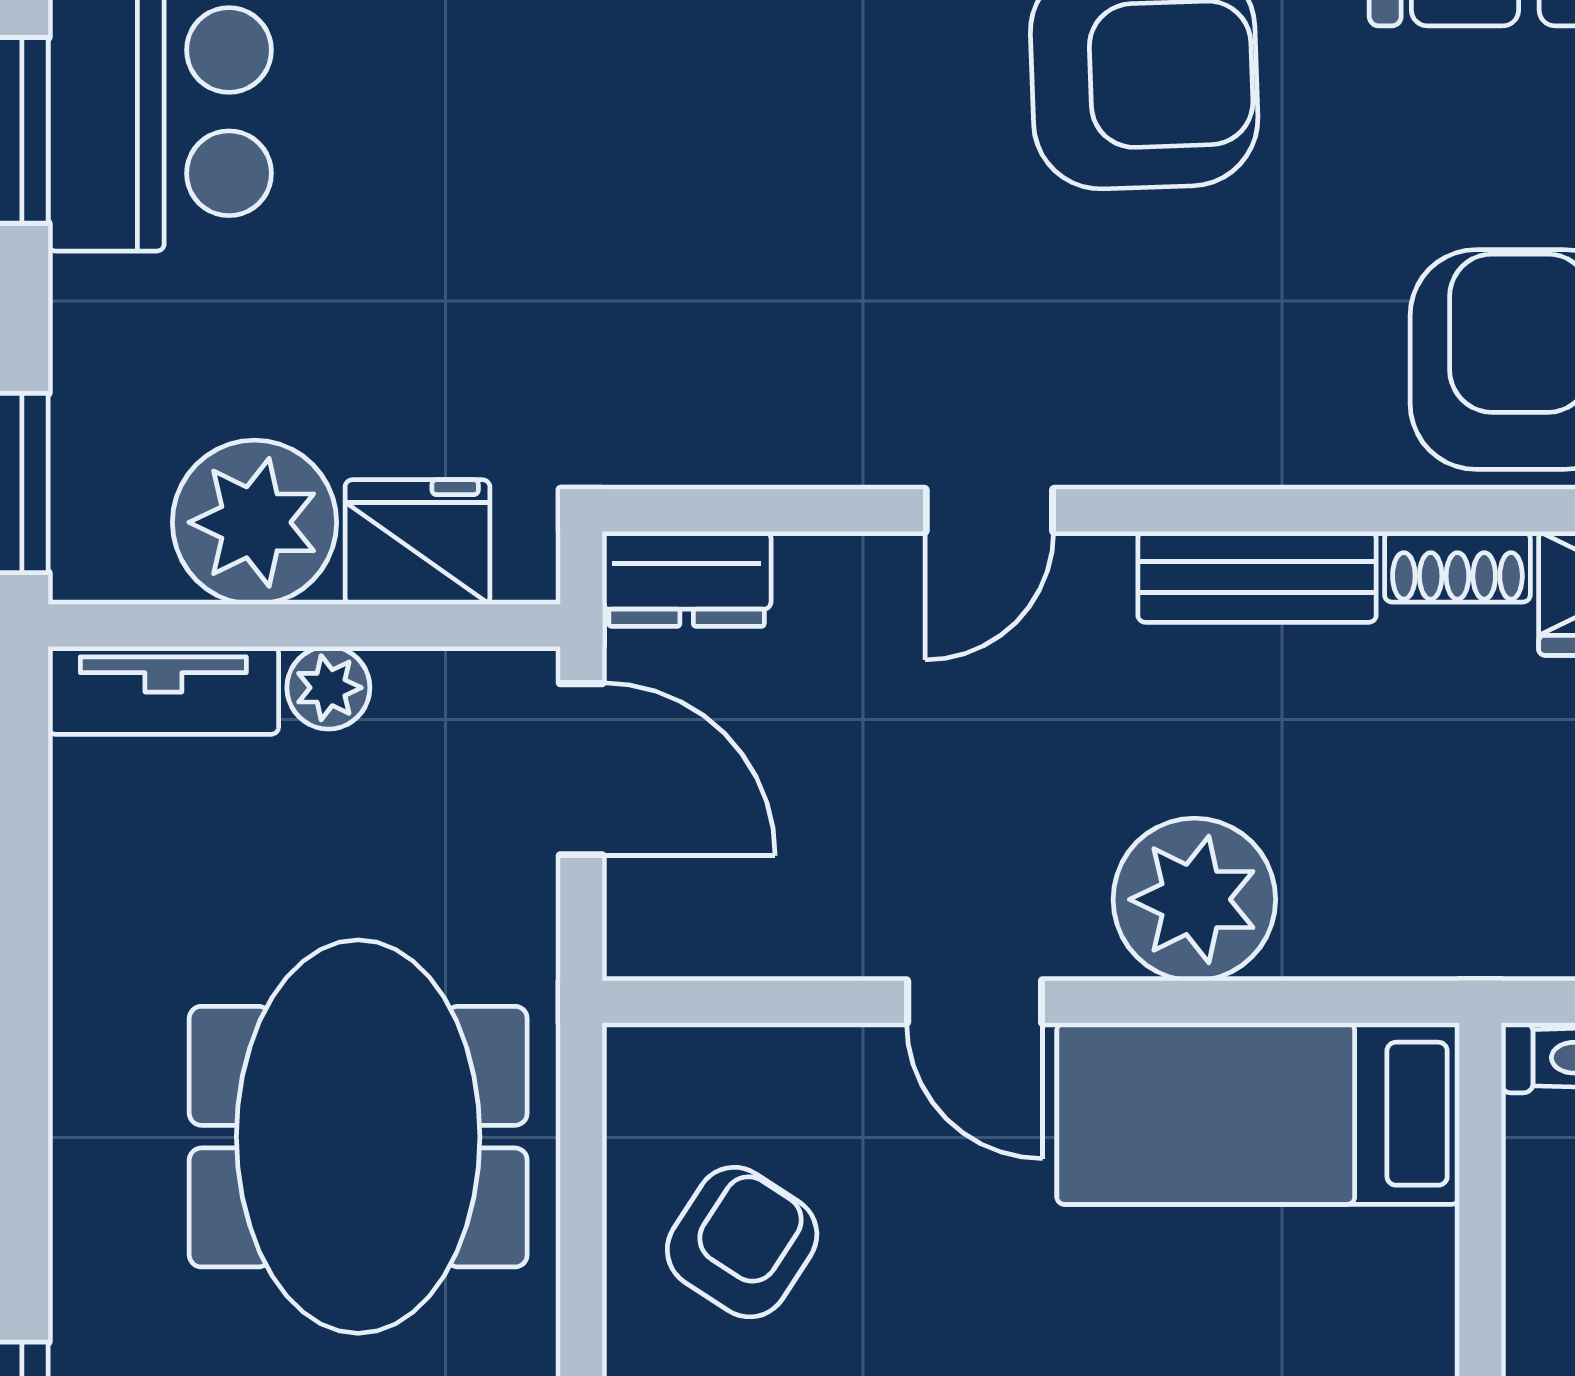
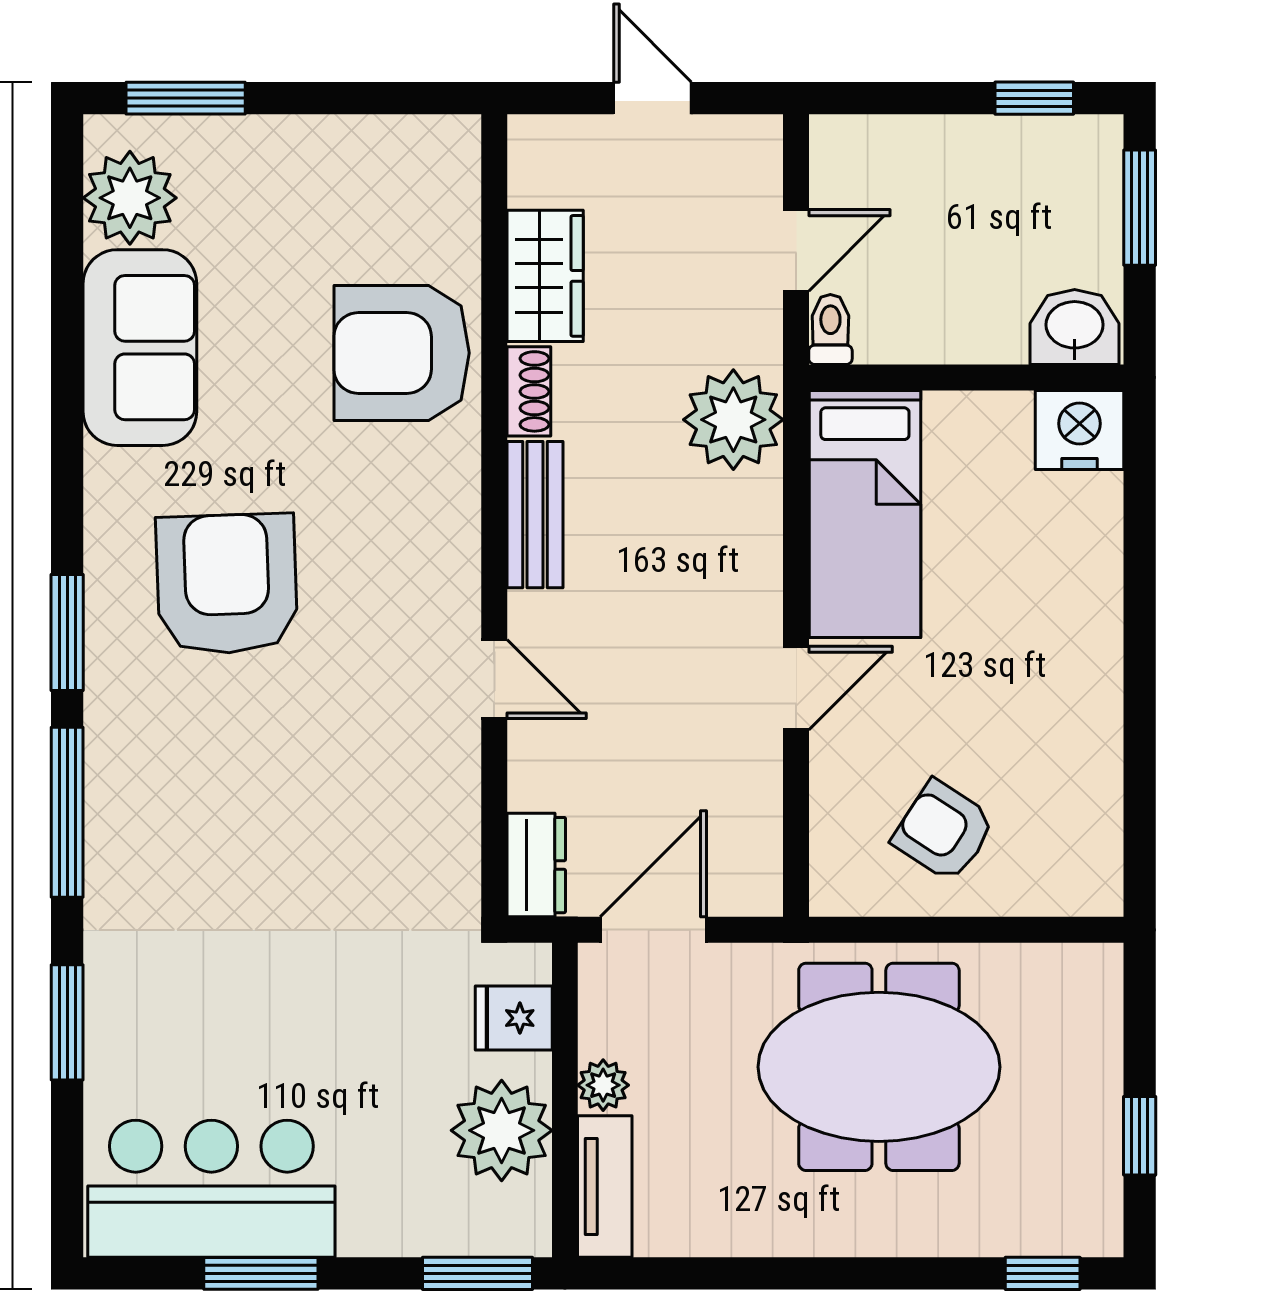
fridge: (417, 542) -> (514, 1018), width x0.72
plant: (1194, 899) -> (733, 420), moved

